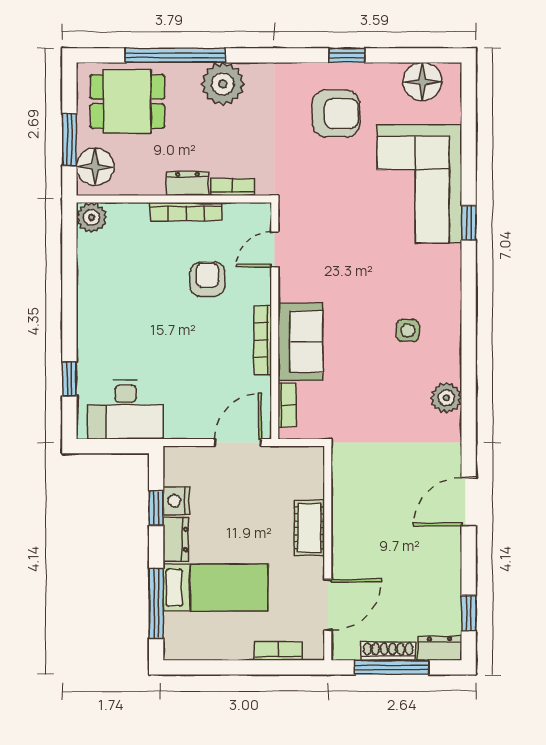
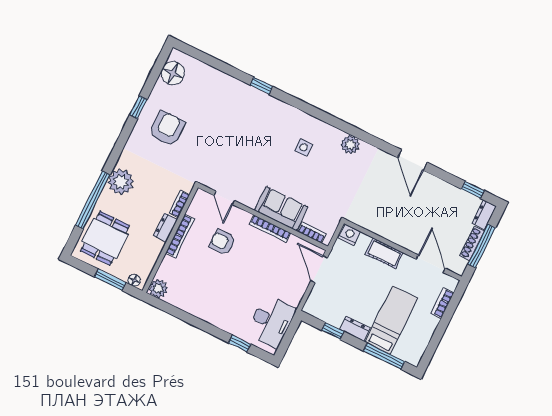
floor lamp: (95, 167) -> (134, 280), width x0.53, depth x0.53
corner sofa: (419, 184) -> (227, 102), removed
nightstand: (176, 501) -> (349, 235), moved, turned 180

